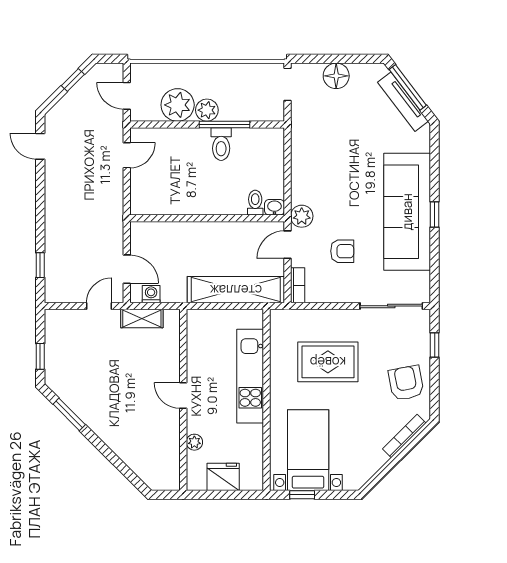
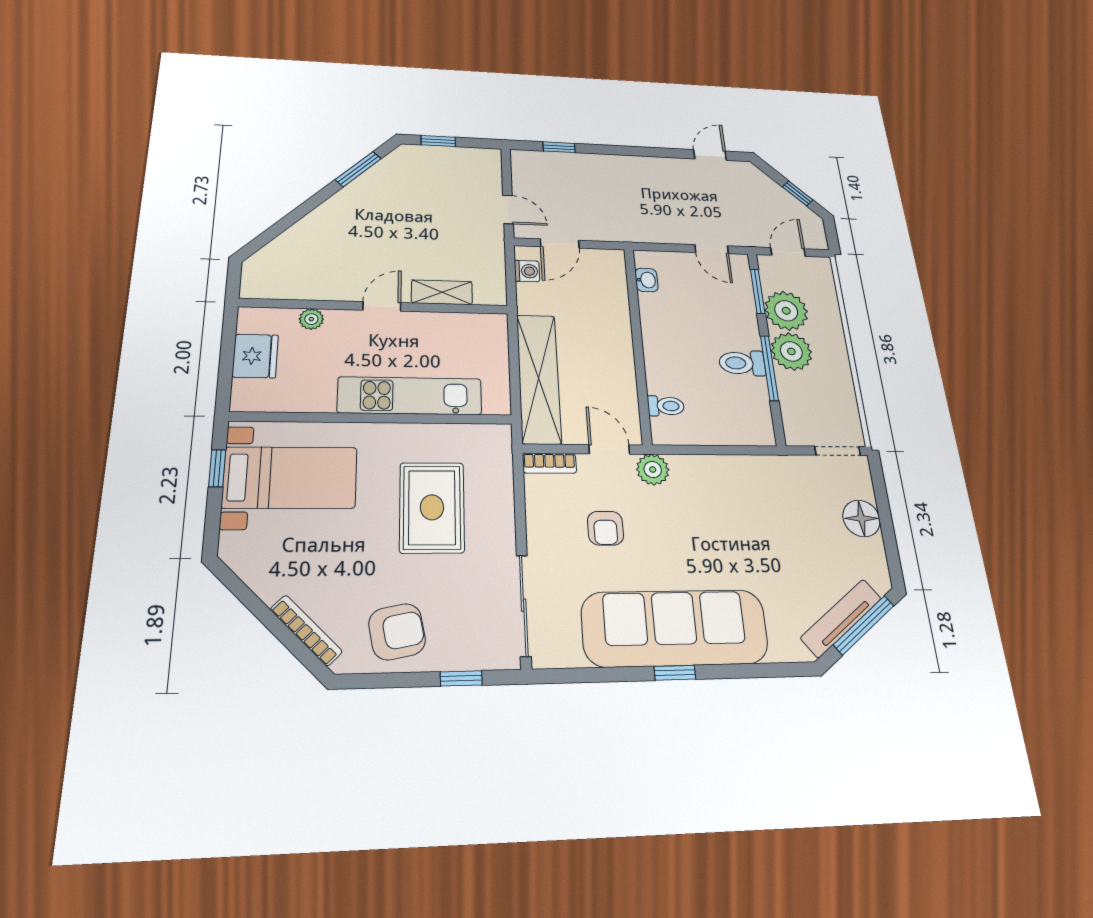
plant: (207, 110) -> (791, 351), width x1.36, depth x1.36
window: (162, 124) -> (758, 291), added
washbasin: (274, 207) -> (647, 280), moved
shelving: (142, 319) -> (442, 292), moved, turned 90

